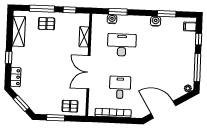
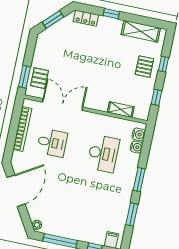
window: (42, 9) -> (164, 64), width x0.46
window: (118, 12) -> (139, 180), moved
water cooler: (156, 21) -> (139, 134), moved
double door: (88, 72) -> (63, 105), moved
window: (56, 118) -> (24, 77), moved

